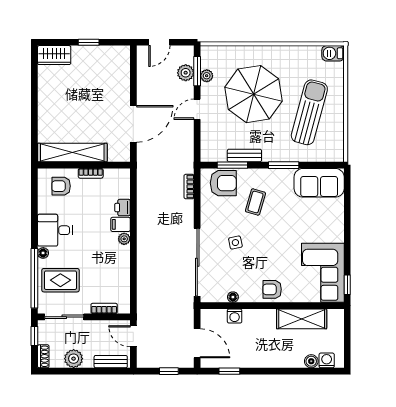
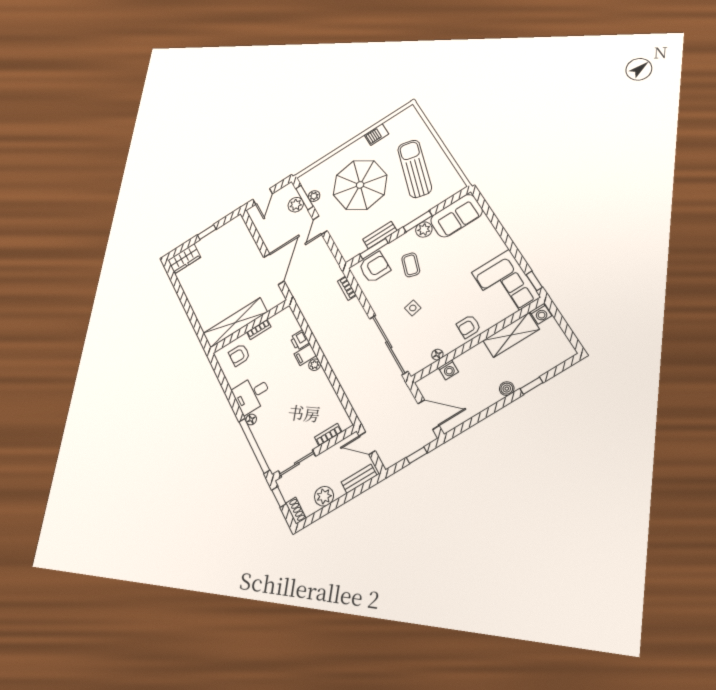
barbecue: (333, 53) -> (376, 134), moved
plant: (285, 177) -> (424, 230), added
rug: (60, 280) -> (278, 434), removed
washing machine: (327, 360) -> (541, 314), moved, turned 180
boiler: (311, 361) -> (507, 389), moved
window: (229, 371) -> (531, 386), moved

